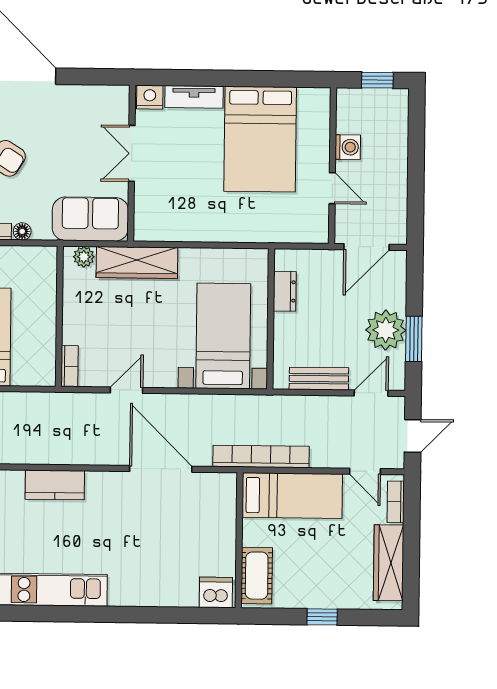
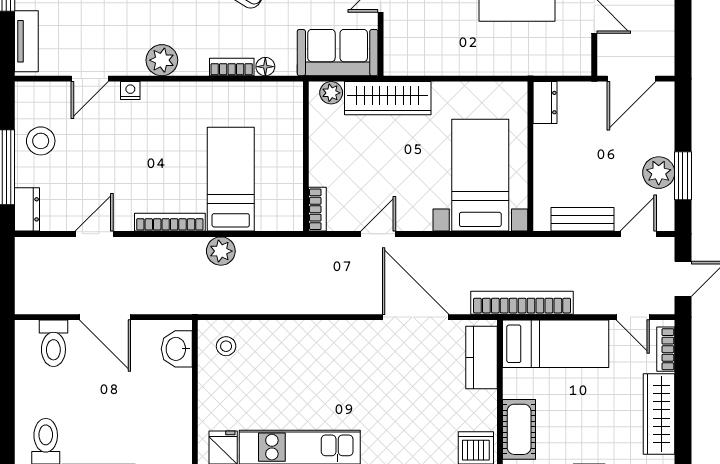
dresser: (285, 291) -> (545, 103), moved
plant: (386, 330) -> (659, 173), width x0.73, depth x0.73
kitchen counter: (55, 485) -> (482, 358), moved, turned 90

